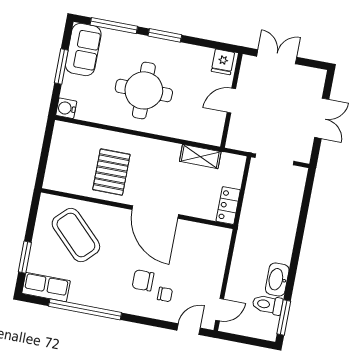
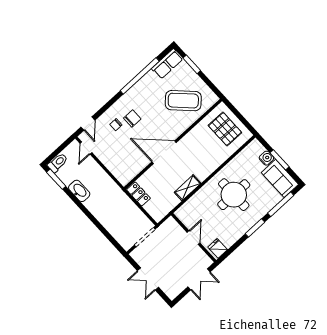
water cooler: (66, 108) -> (266, 158), moved
shelving: (200, 156) -> (188, 188), moved
pallet: (111, 172) -> (225, 129), moved
toilet: (268, 305) -> (58, 163), moved

